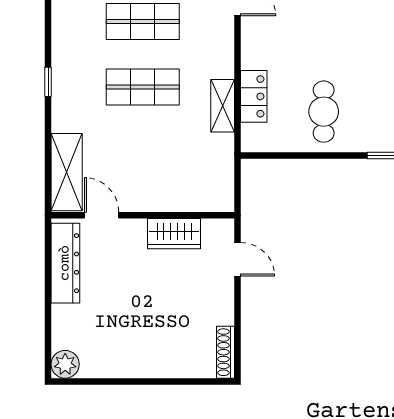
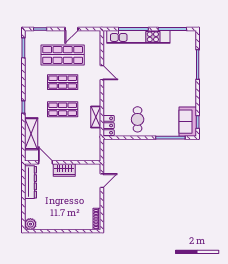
locker: (254, 96) -> (109, 126), moved
shelving: (67, 172) -> (31, 134), moved
wardrobe: (174, 234) -> (64, 170), moved
door: (238, 259) -> (102, 181), hinge flipped

